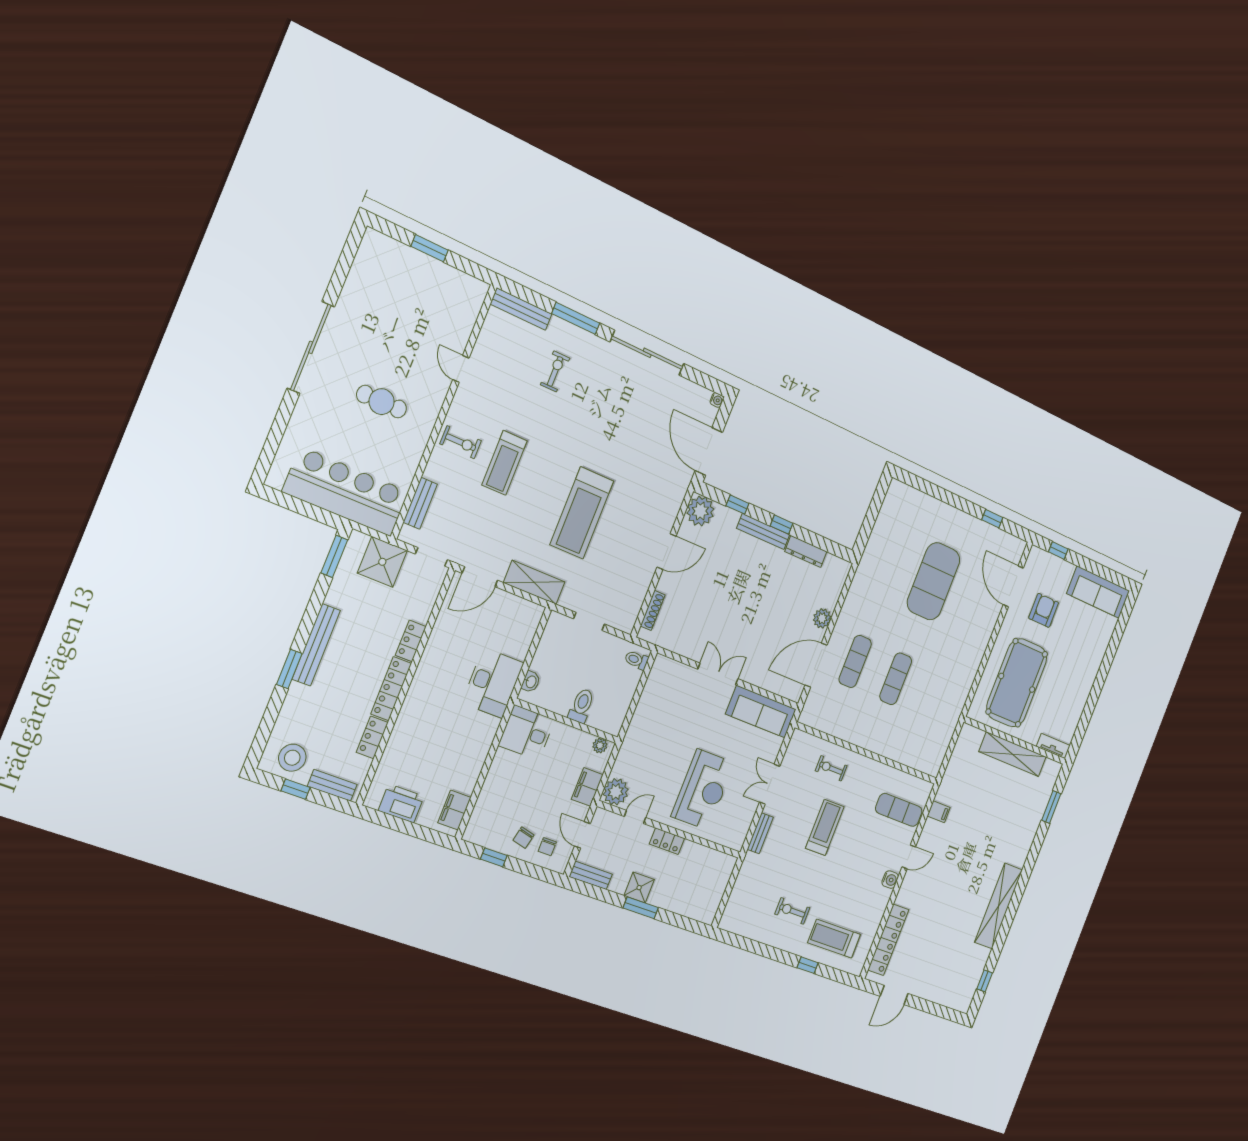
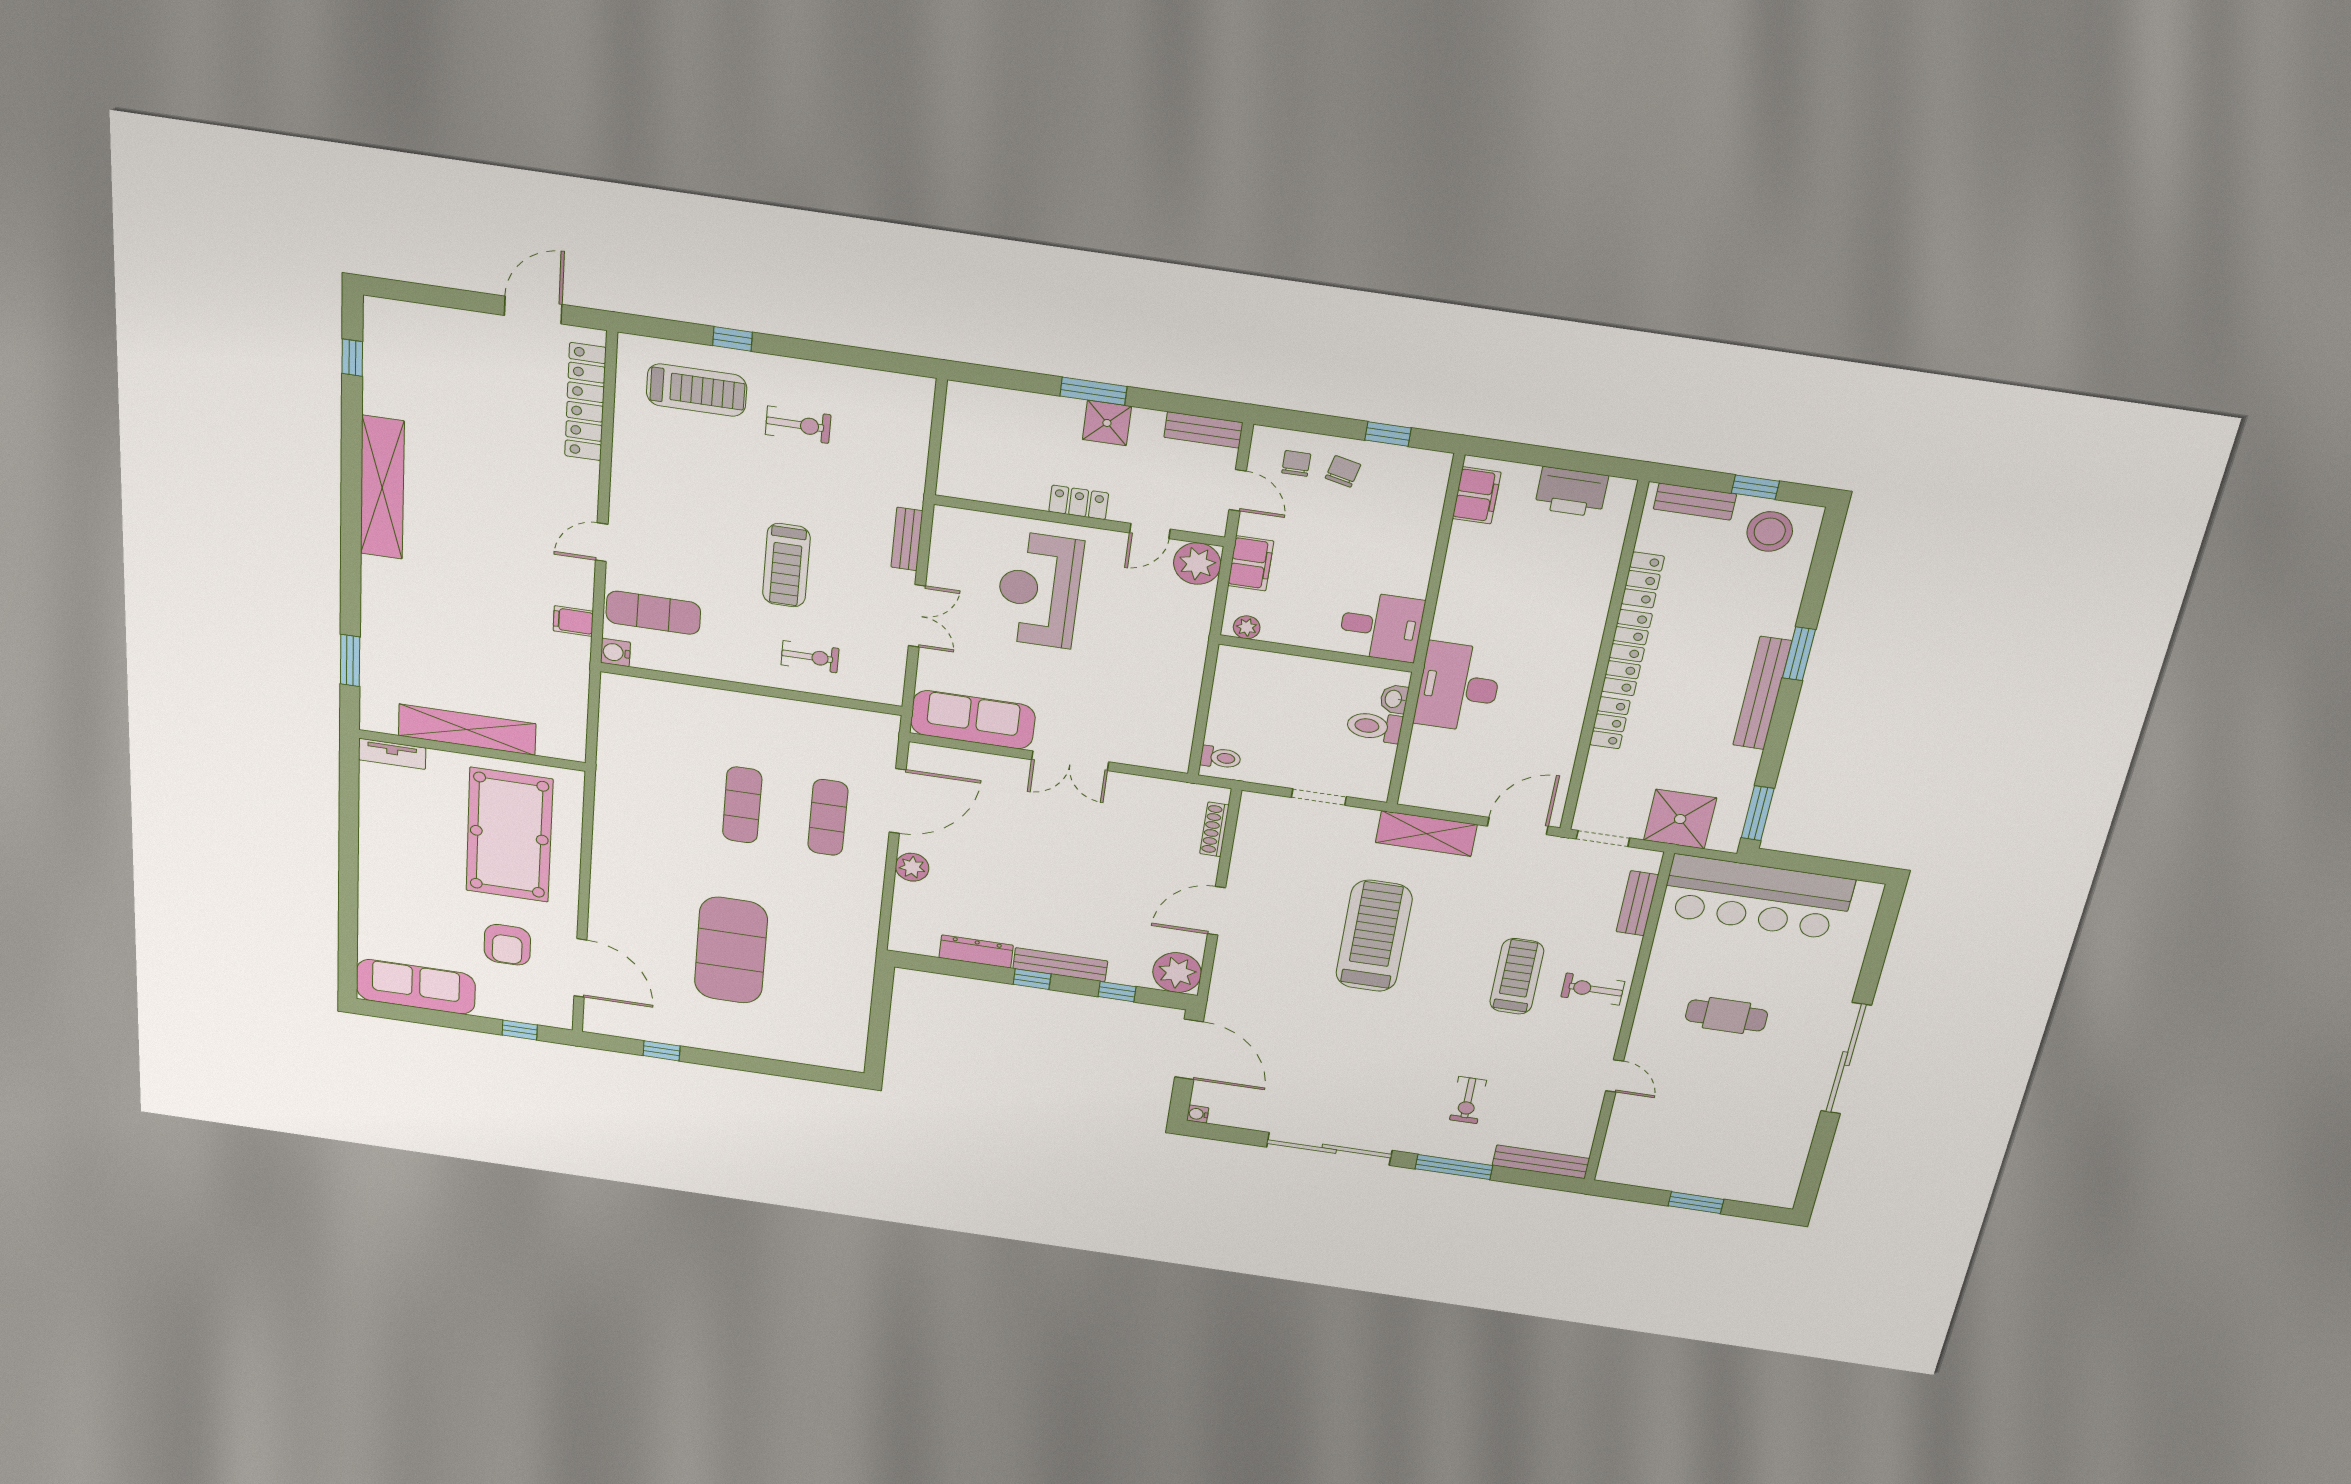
toilet: (581, 706) -> (1374, 727), moved, turned 90
water cooler: (890, 880) -> (615, 652), moved

